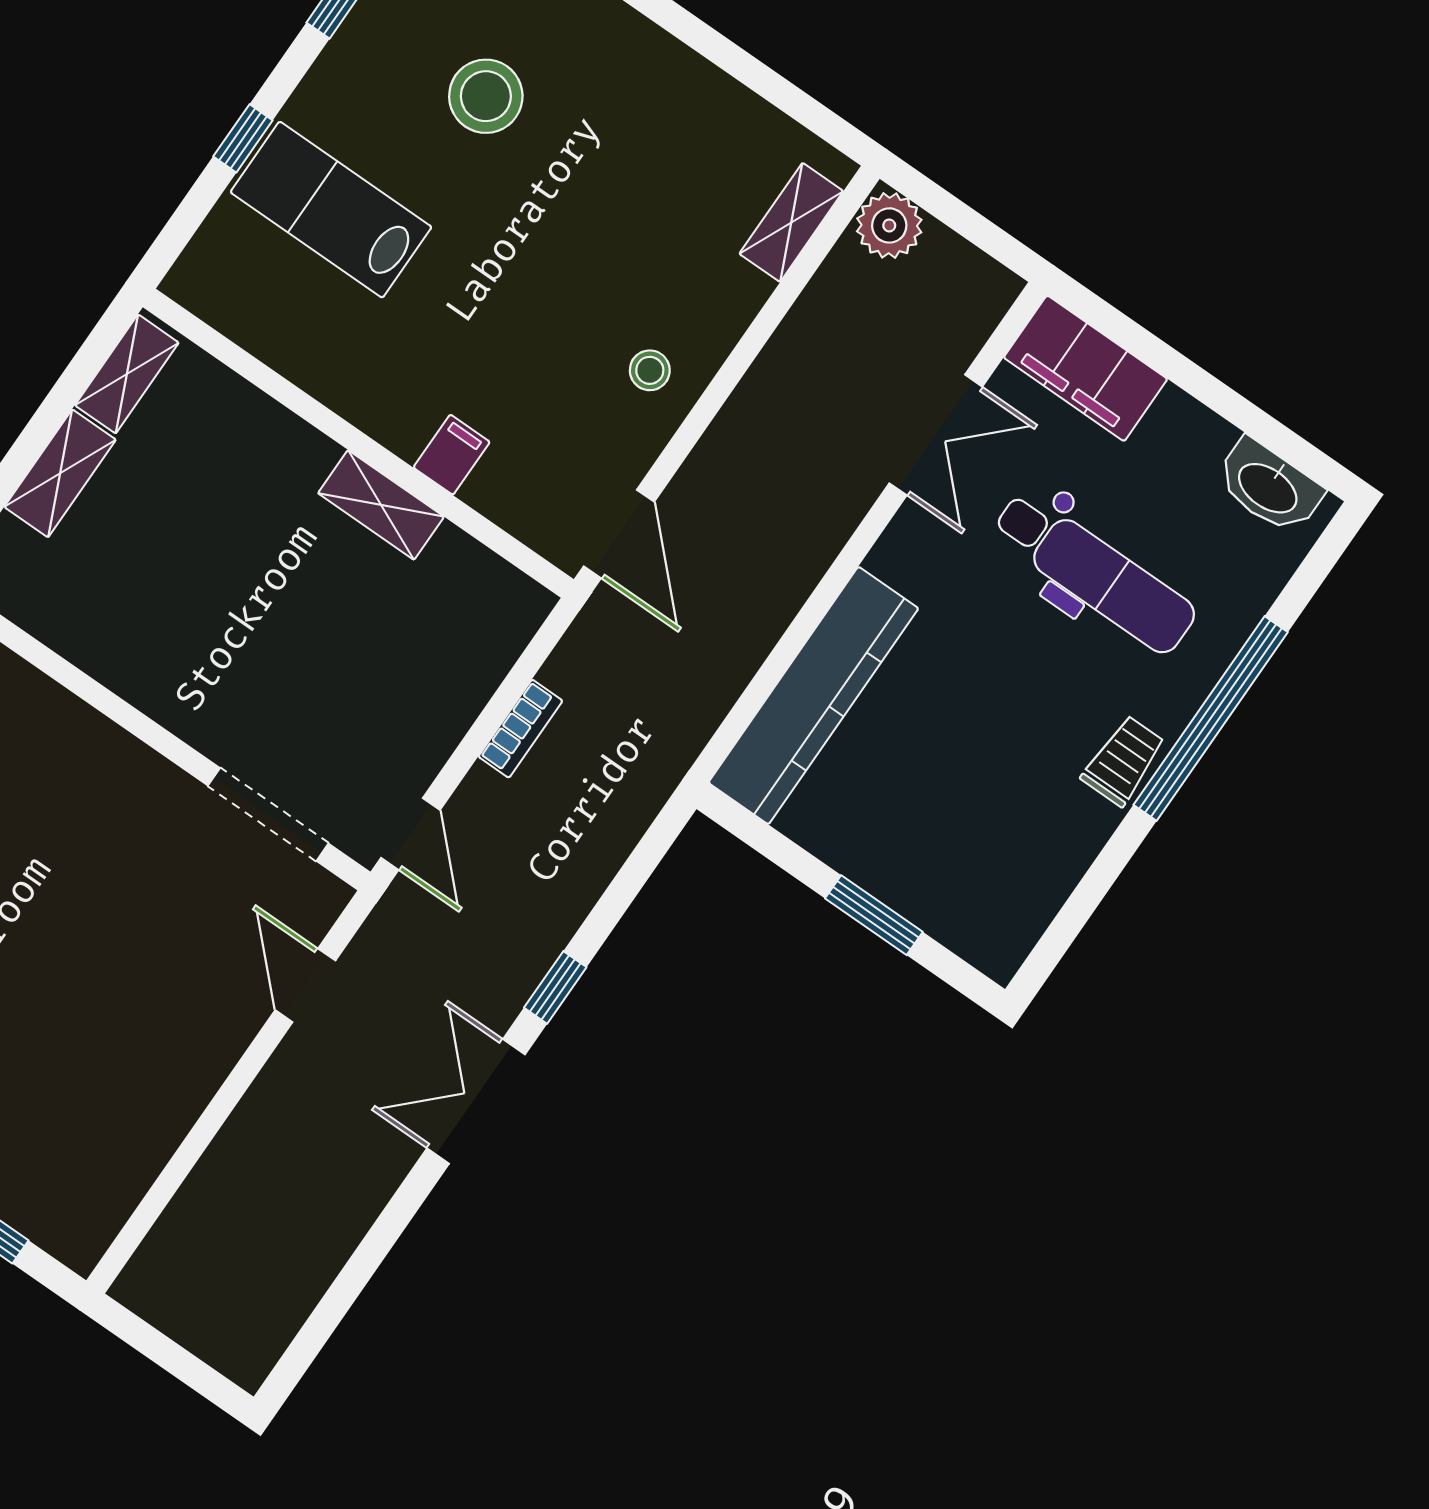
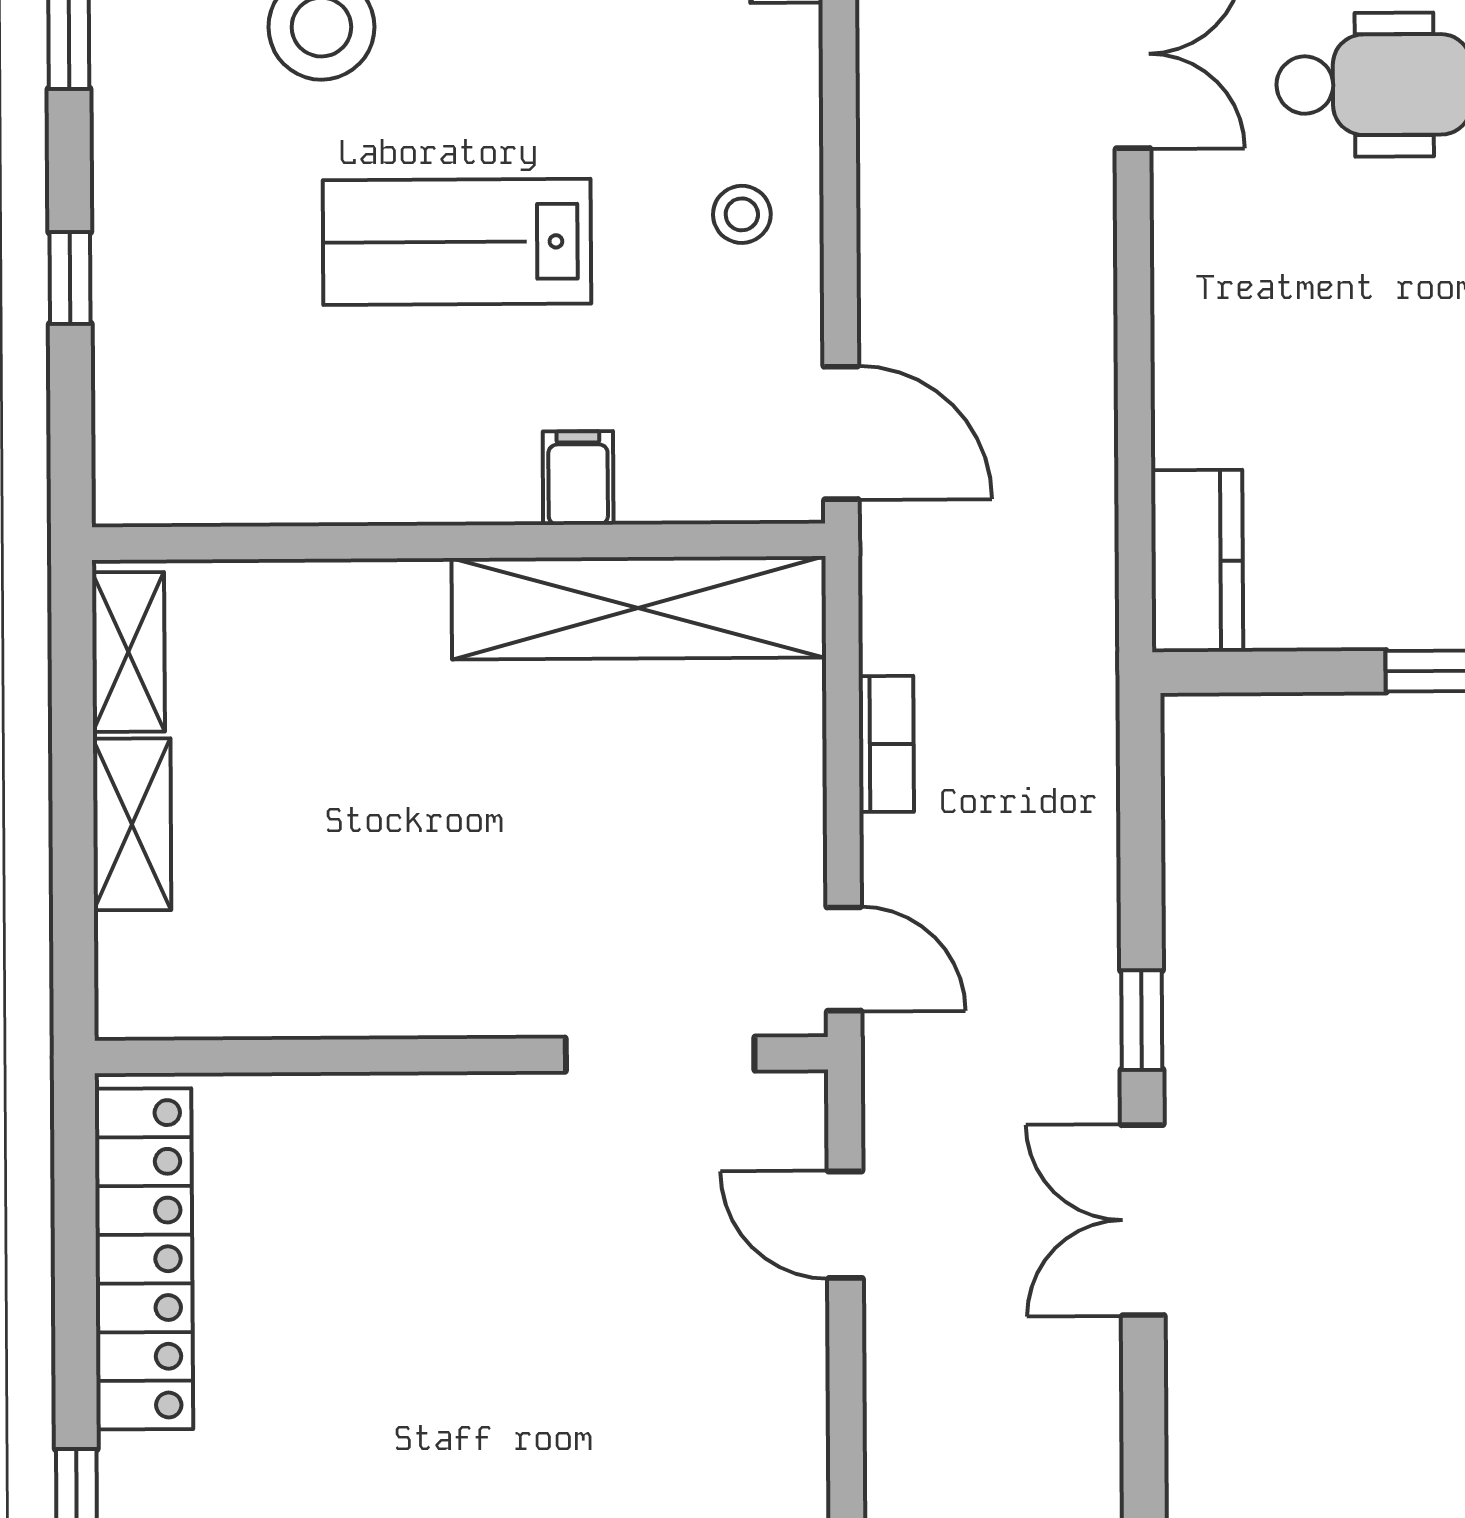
lab bench: (331, 210) -> (457, 242), moved
shelving: (381, 505) -> (638, 608), width x2.20, depth x1.33
kitchen counter: (813, 695) -> (1197, 561), width x0.48, depth x0.86

